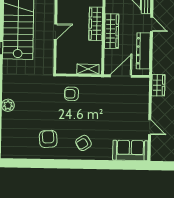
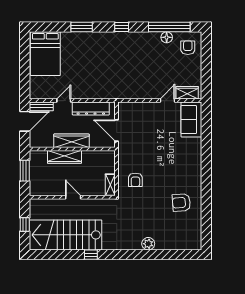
shelving: (88, 69) -> (110, 185), moved
wardrobe: (158, 85) -> (187, 93), moved
armchair: (83, 143) -> (185, 167), removed

